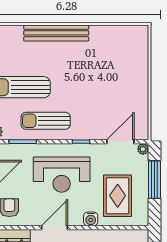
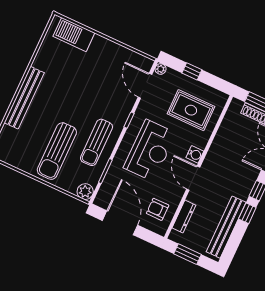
barbecue: (138, 52) -> (74, 35), added
window: (154, 180) -> (192, 71), width x0.46
water cooler: (91, 219) -> (195, 154), moved

